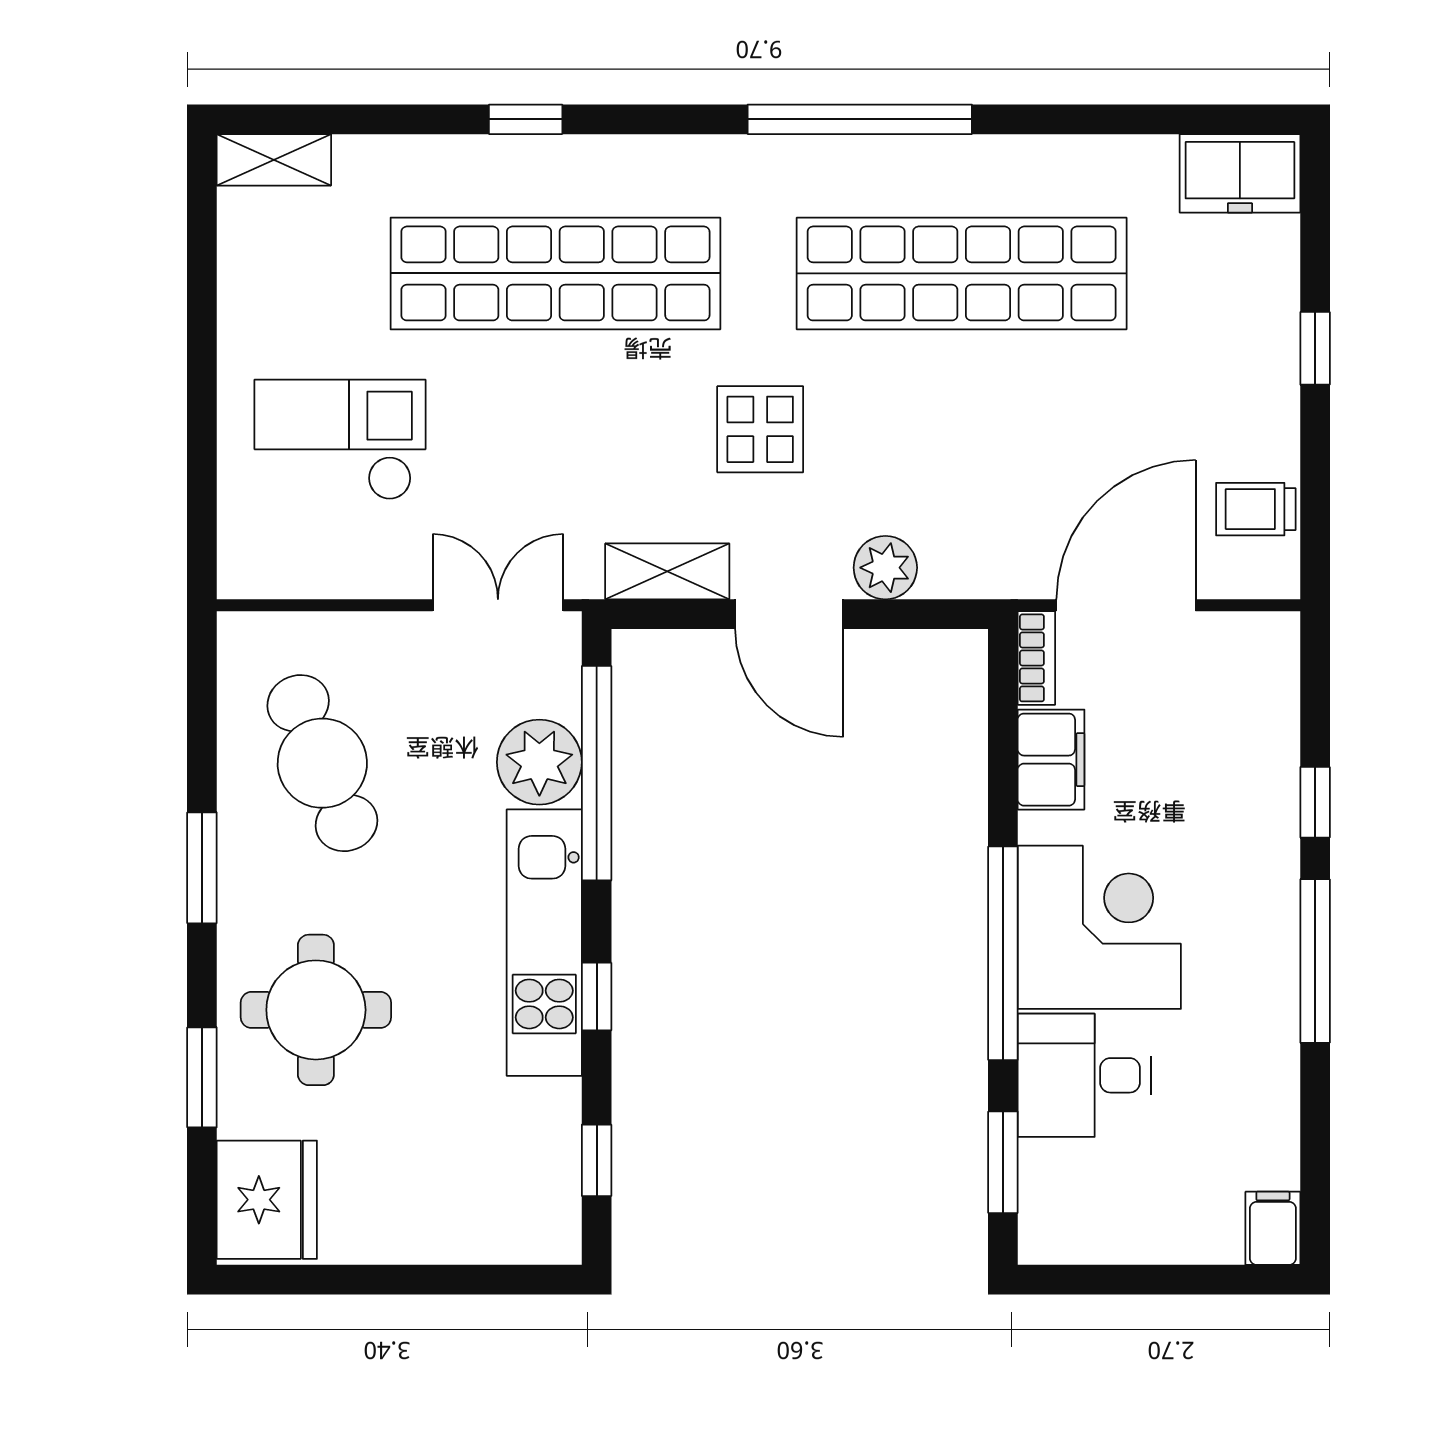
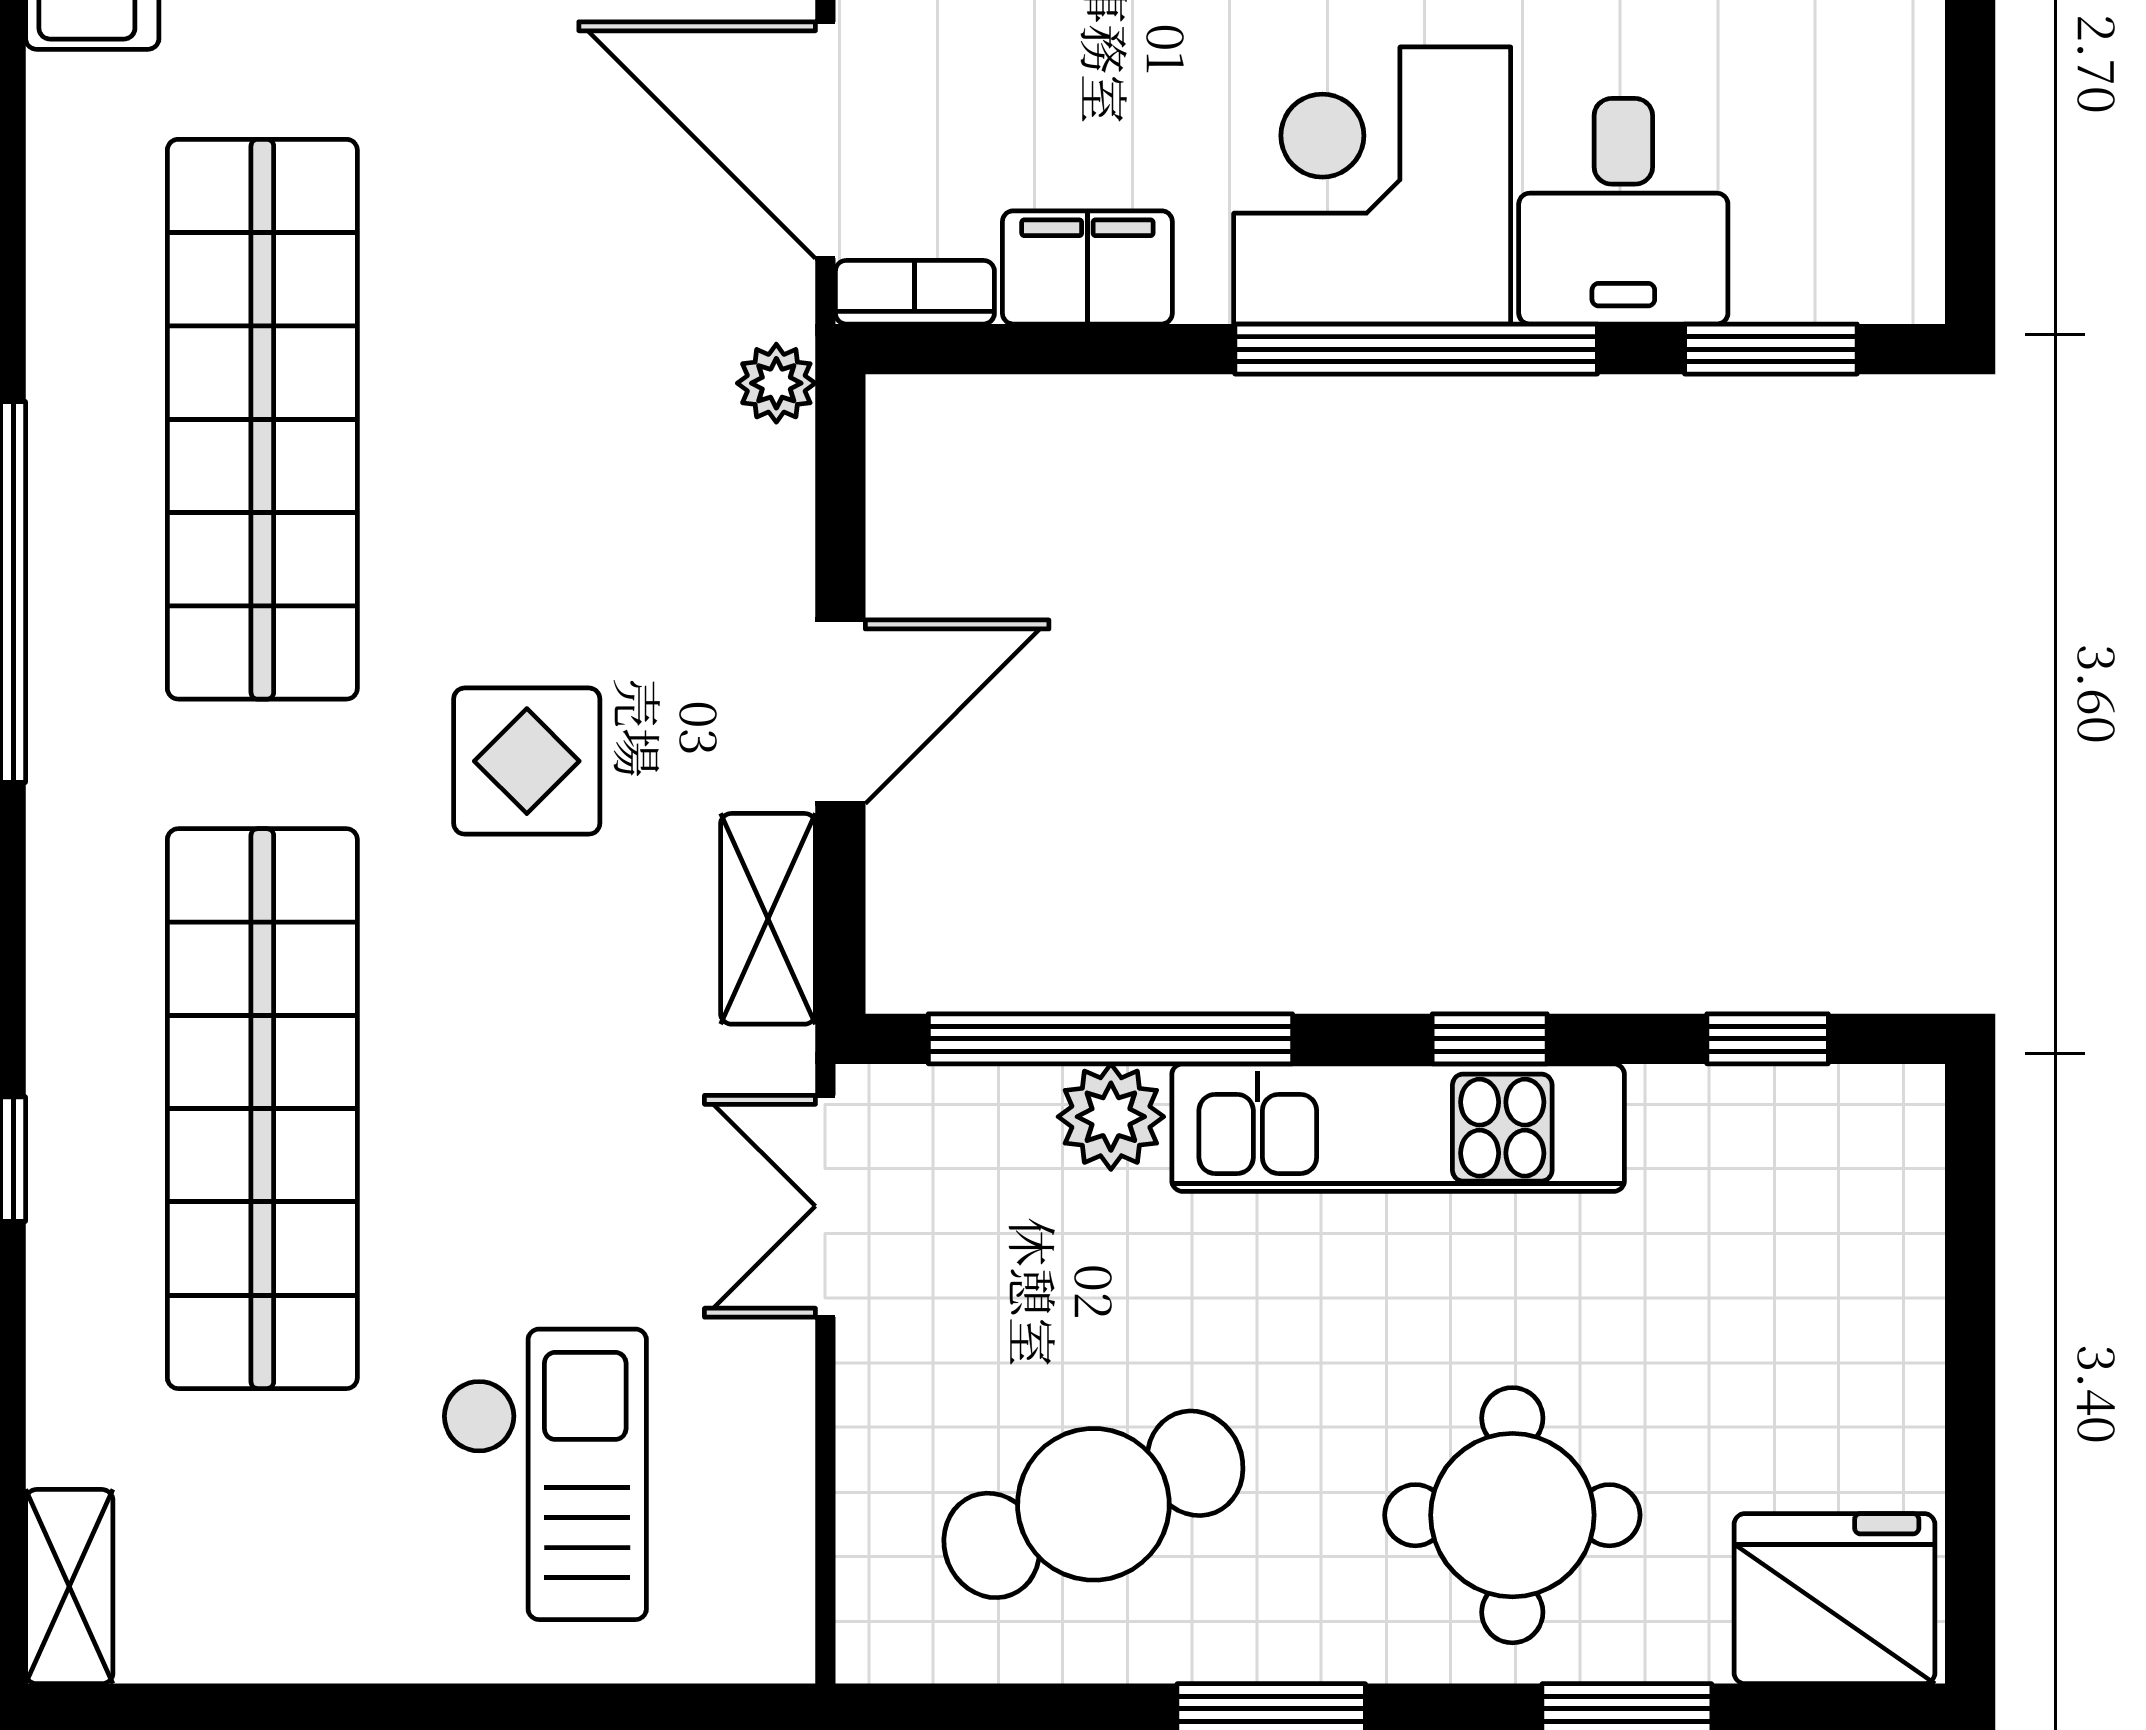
checkout: (340, 440) -> (544, 1474), turned 180
plant: (885, 568) -> (776, 383), moved, width x0.73, depth x0.73
plant: (539, 762) -> (1111, 1117), width x0.73, depth x0.73

